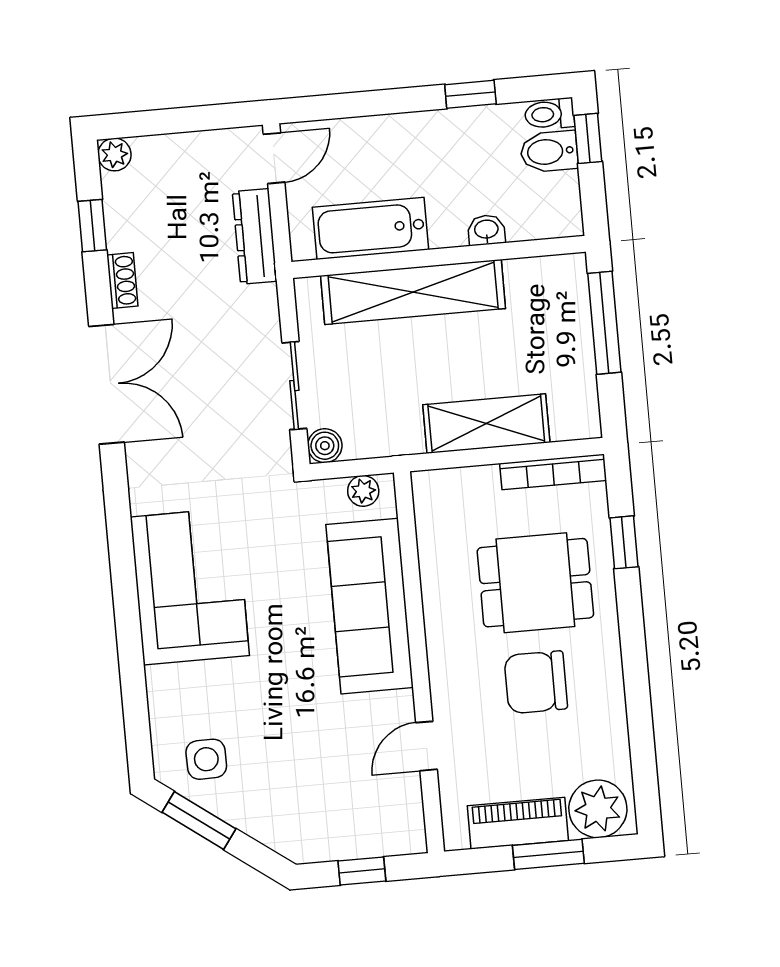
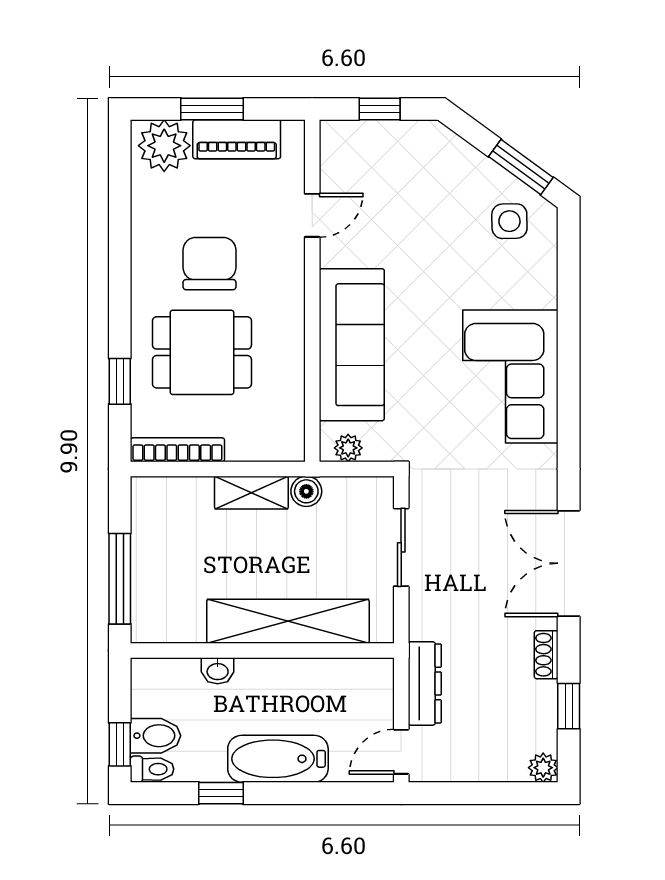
bathtub: (370, 228) -> (278, 759), moved, turned 180
shelving: (486, 424) -> (251, 493), width x0.67, depth x0.75
boiler: (325, 446) -> (306, 491), moved
chair: (536, 682) -> (209, 264), turned -90

